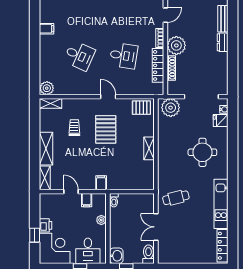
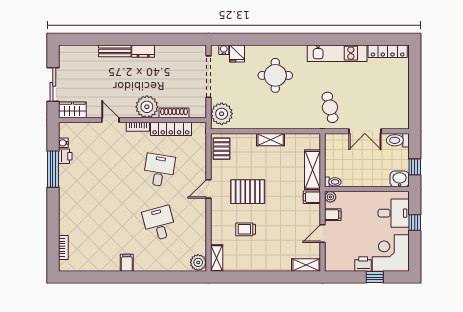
desk: (79, 56) -> (159, 223), turned -39
shelving: (46, 149) -> (312, 170), moved, turned 90
plant: (101, 220) -> (330, 197), moved

